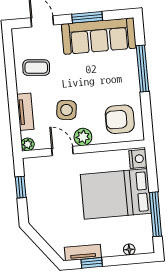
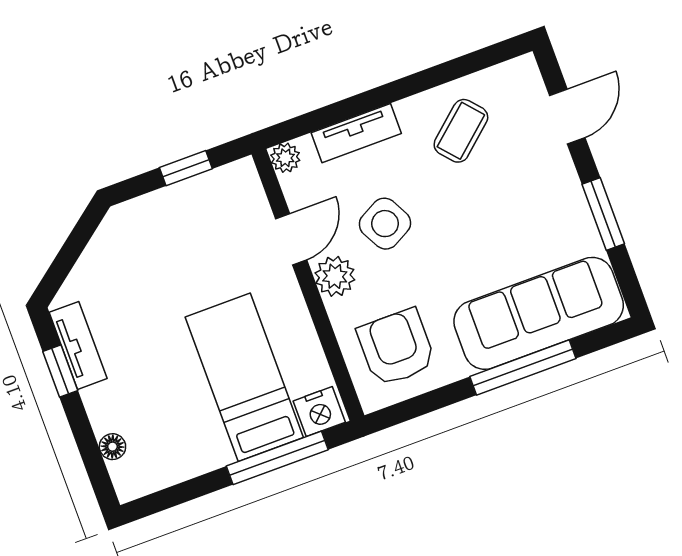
sofa: (99, 36) -> (539, 313), moved, turned 90
coffee table: (36, 68) -> (461, 131), turned 44
side table: (67, 110) -> (385, 224), turned -36
bed: (116, 194) -> (244, 377), width x0.67
window: (155, 214) -> (277, 458), moved

